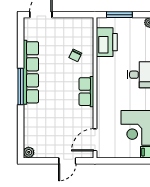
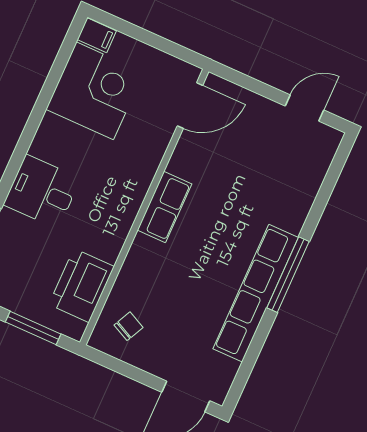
chair: (75, 55) -> (129, 326), moved
plant: (29, 152) -> (330, 139), removed
door: (67, 161) -> (304, 108), moved

